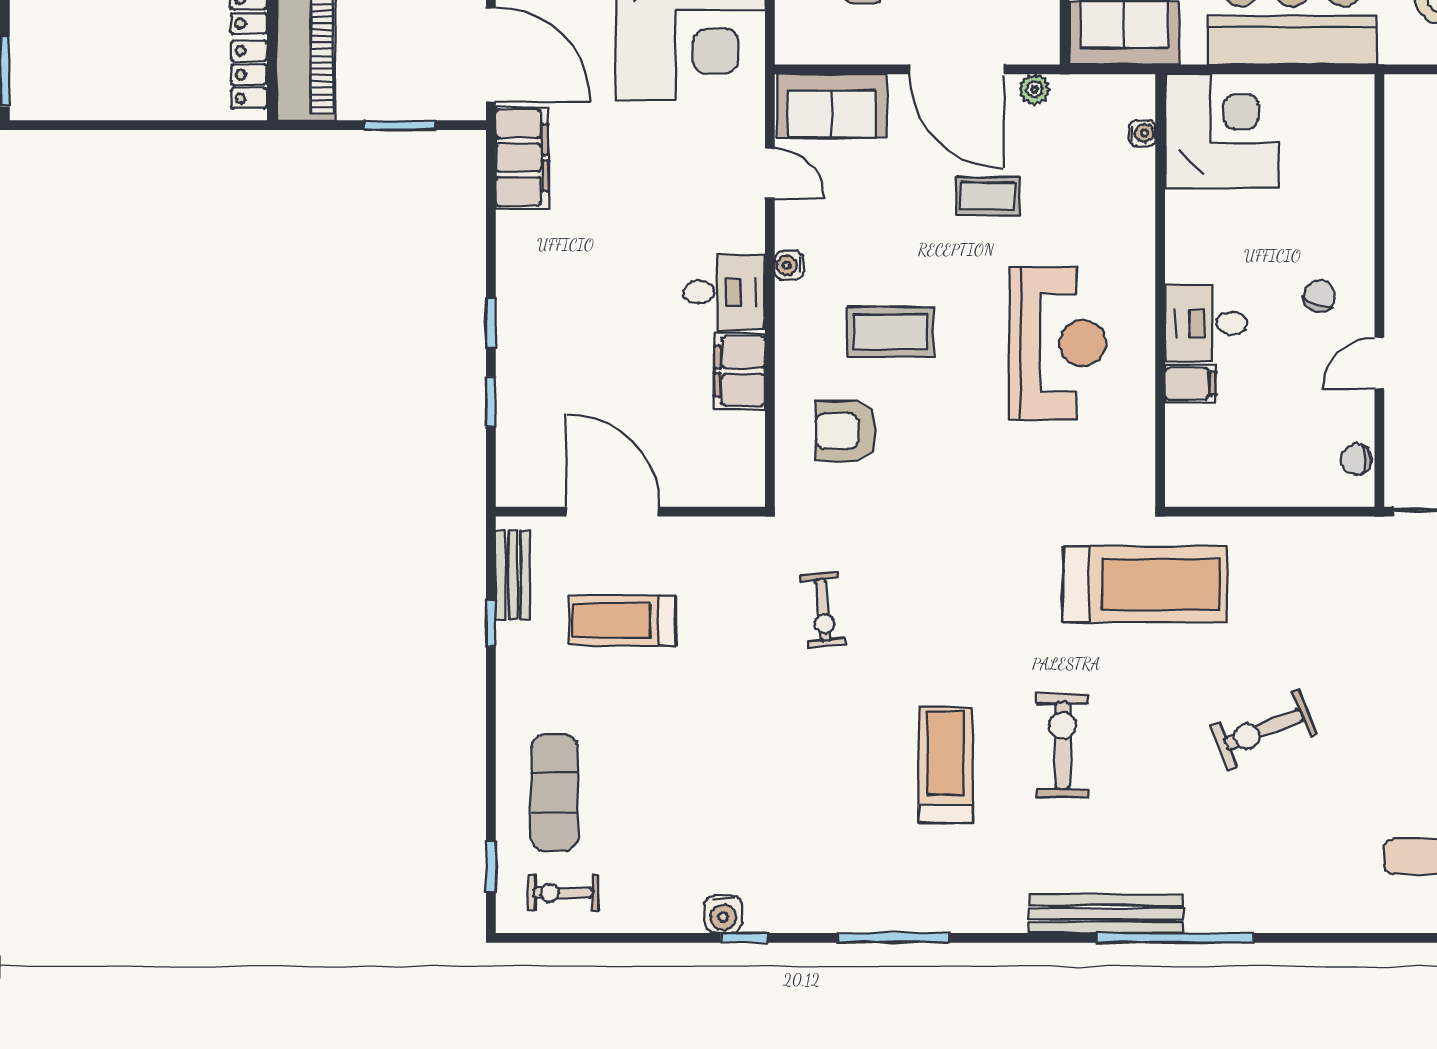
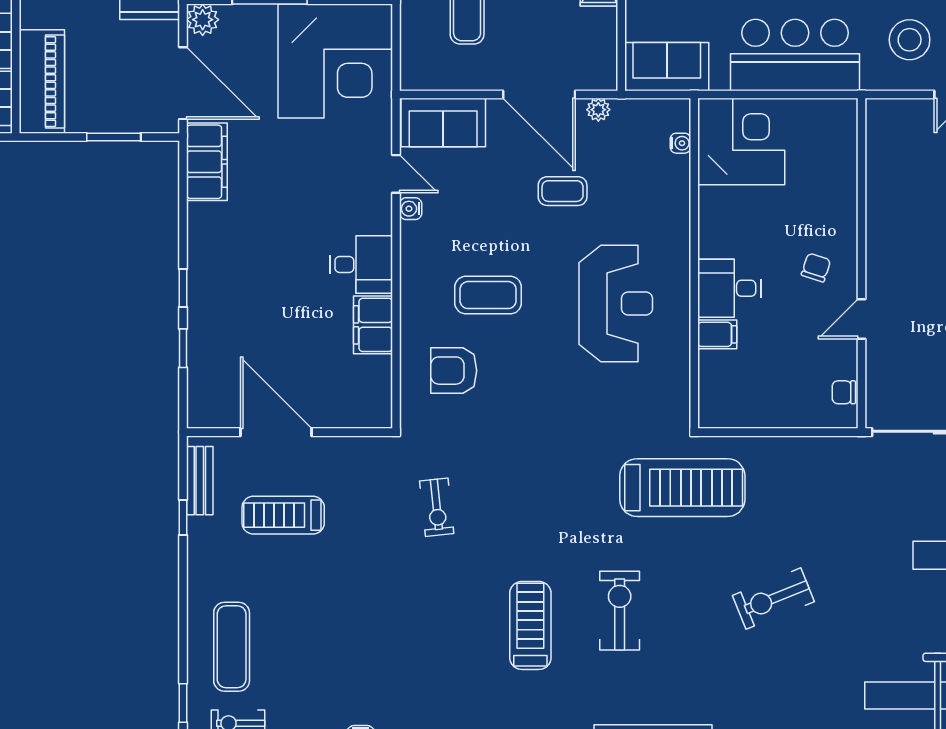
water cooler: (789, 265) -> (411, 209), moved

